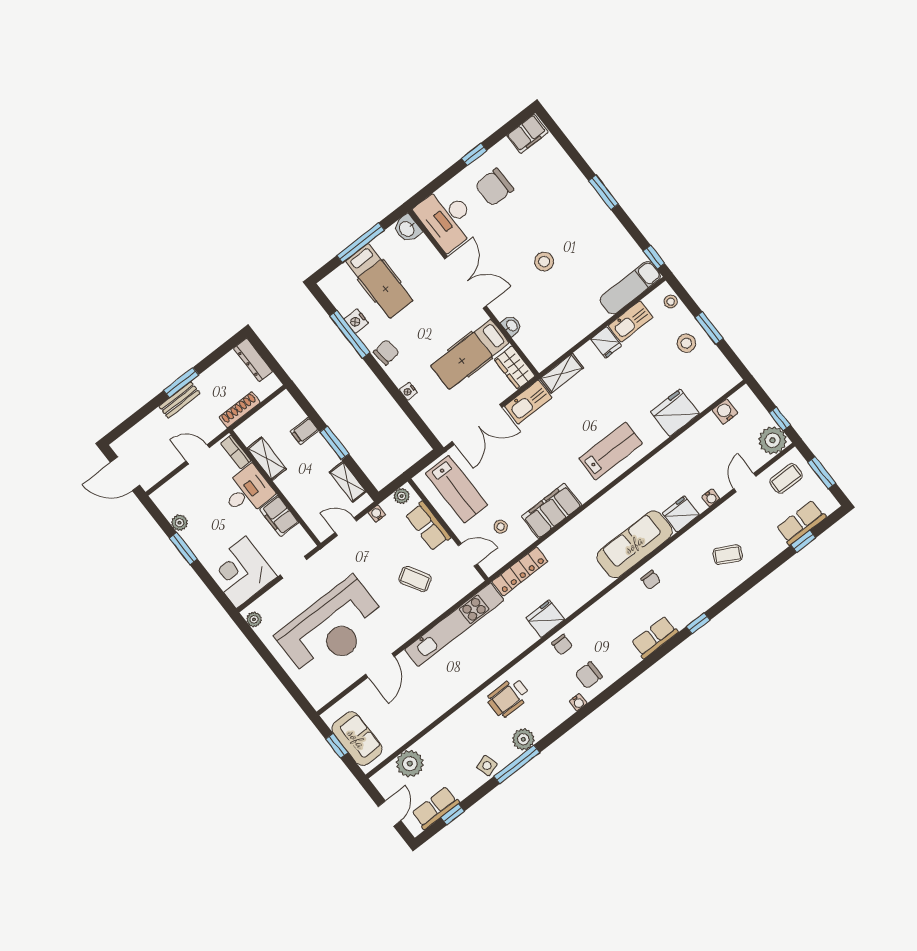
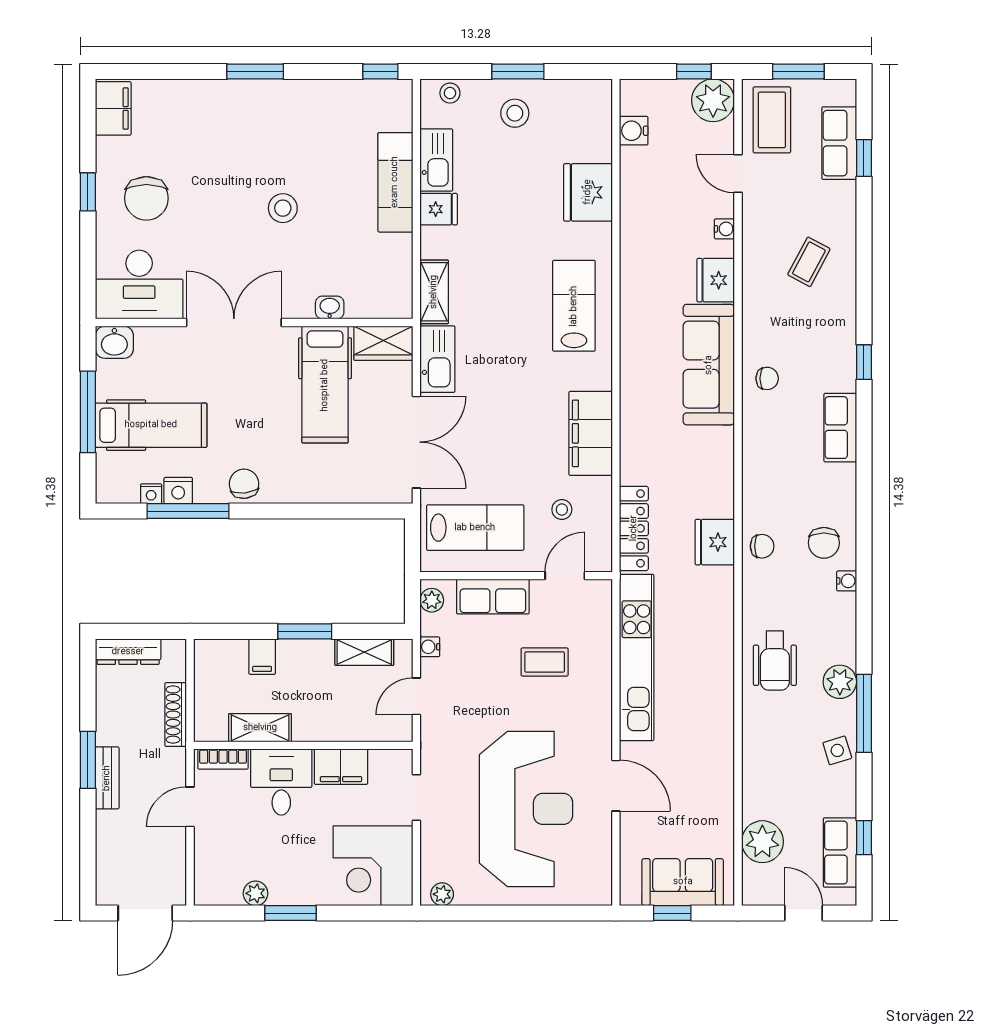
exam couch: (630, 288) -> (395, 182), moved
nightstand: (408, 391) -> (151, 494), moved
coffee table: (786, 478) -> (772, 120), width x1.36, depth x1.30
coffee table: (415, 579) -> (545, 662), turned 30

